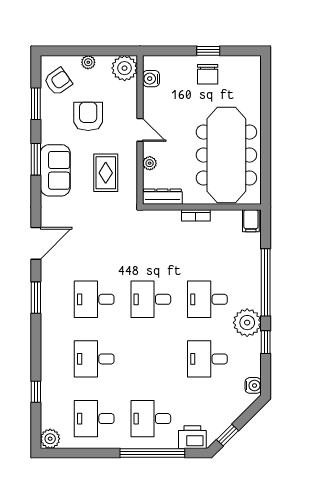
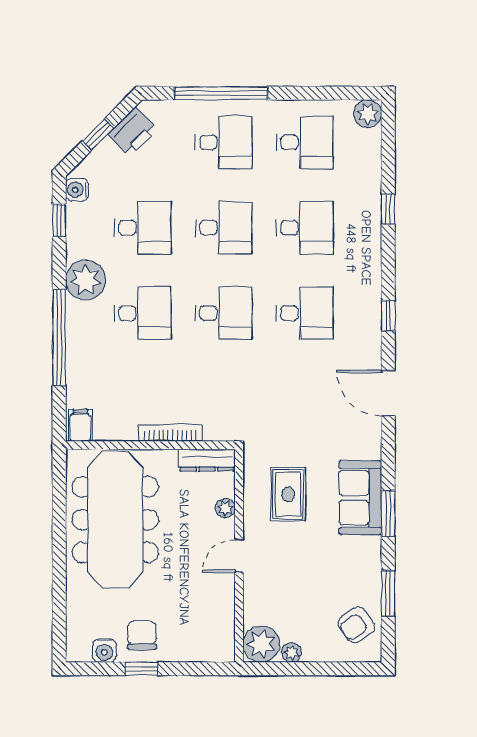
plant: (88, 62) -> (292, 652), moved
water cooler: (151, 79) -> (104, 650), moved, turned 90
armchair: (88, 116) -> (313, 575), removed
door: (140, 130) -> (239, 556), hinge flipped
bookcase: (196, 215) -> (170, 433), width x1.56
door: (36, 243) -> (388, 393), hinge flipped
window: (36, 298) -> (388, 316), width x0.67
window: (266, 342) -> (59, 220), moved
desk: (151, 359) -> (224, 228), added
window: (36, 392) -> (388, 209), moved
window: (227, 435) -> (98, 135), moved
printer: (192, 437) -> (133, 132), moved, turned -45

